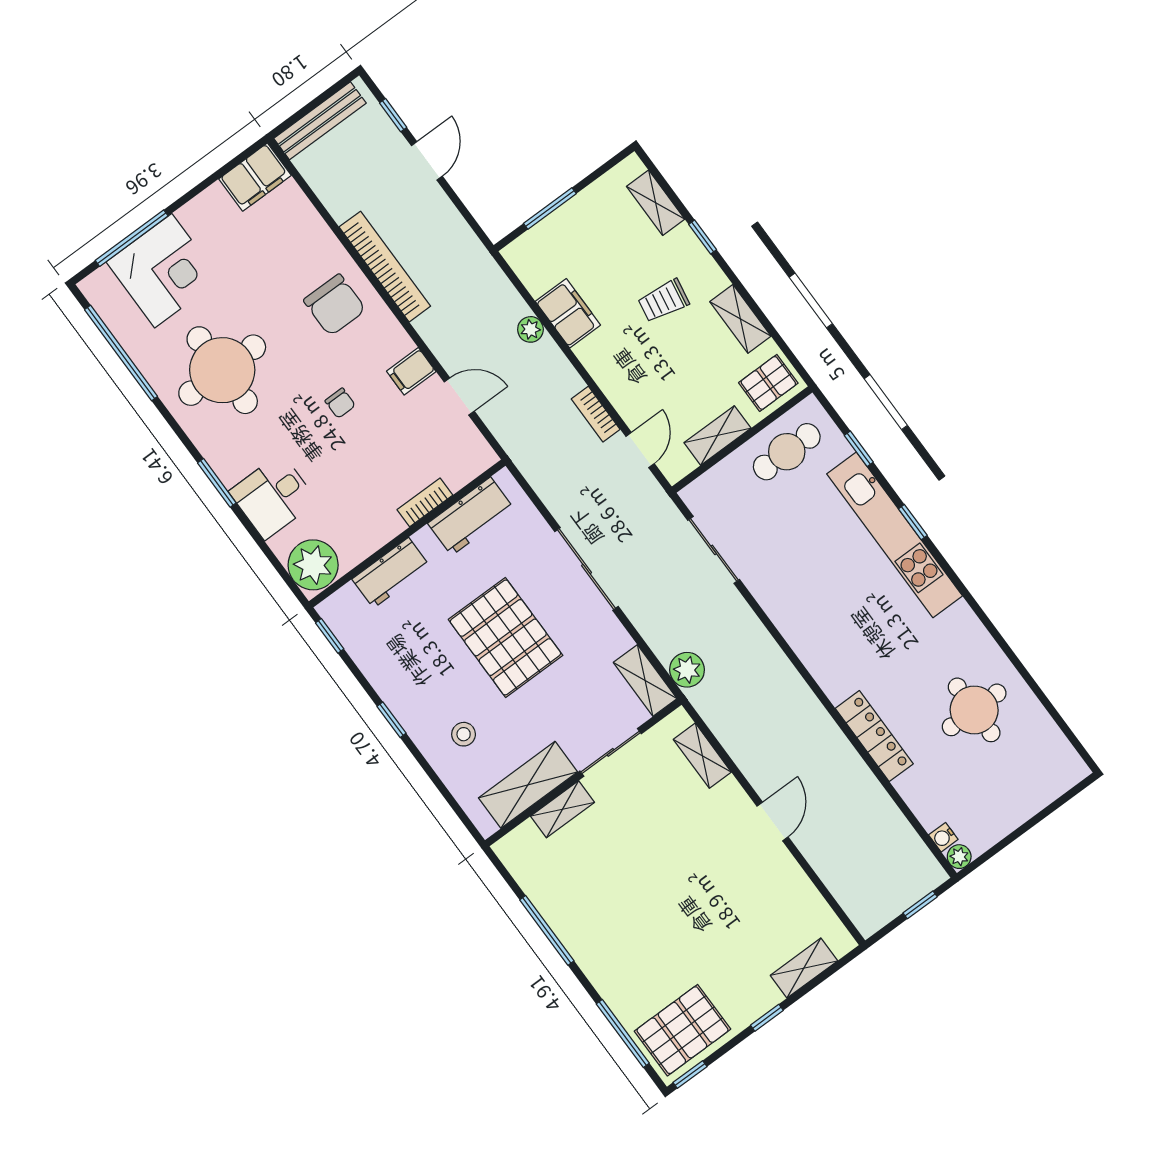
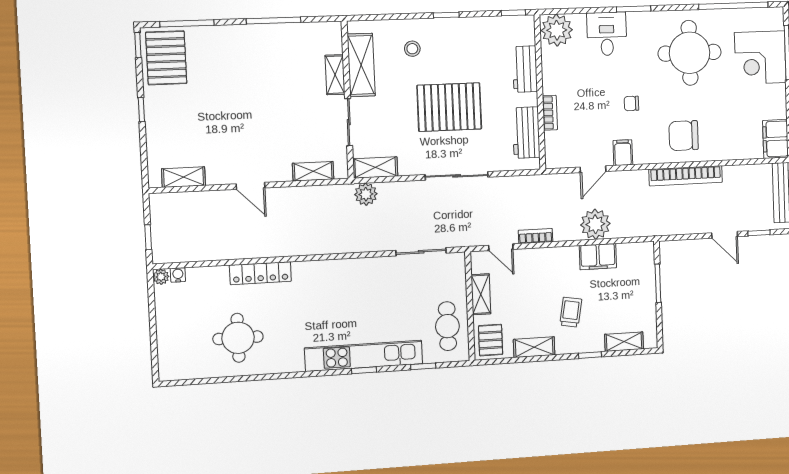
plant: (530, 329) -> (595, 224), width x1.87, depth x1.87
shelving: (804, 968) -> (184, 177), moved, turned 90

